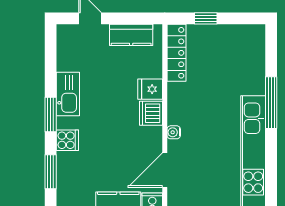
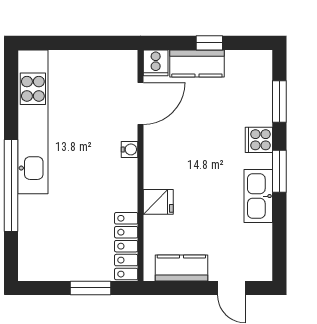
window: (206, 18) -> (91, 288), width x1.50
window: (271, 103) -> (11, 185), width x1.46
dishwasher: (151, 113) -> (157, 173), removed

